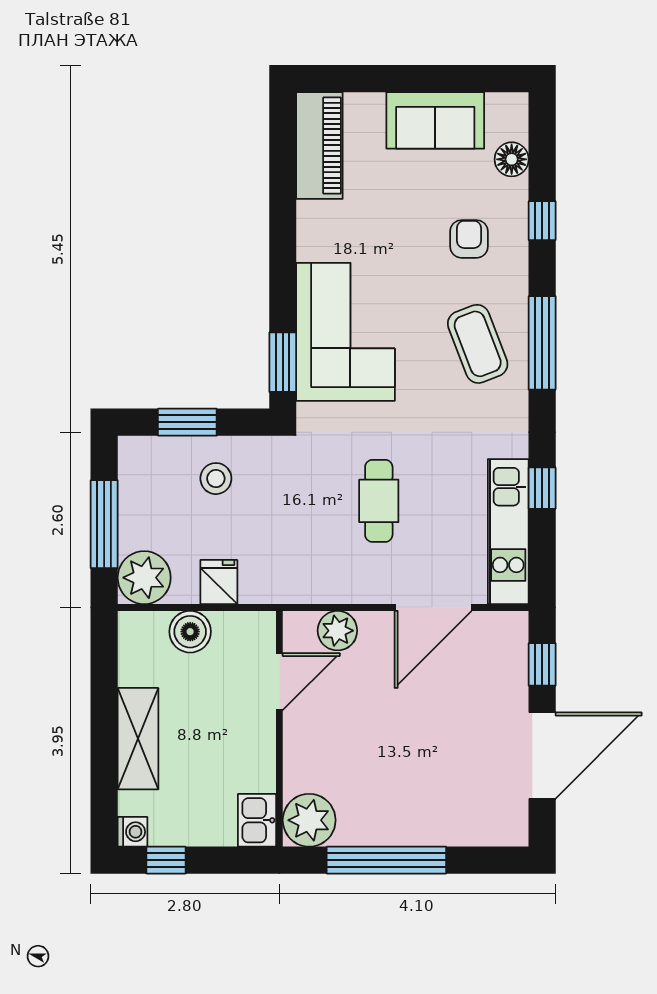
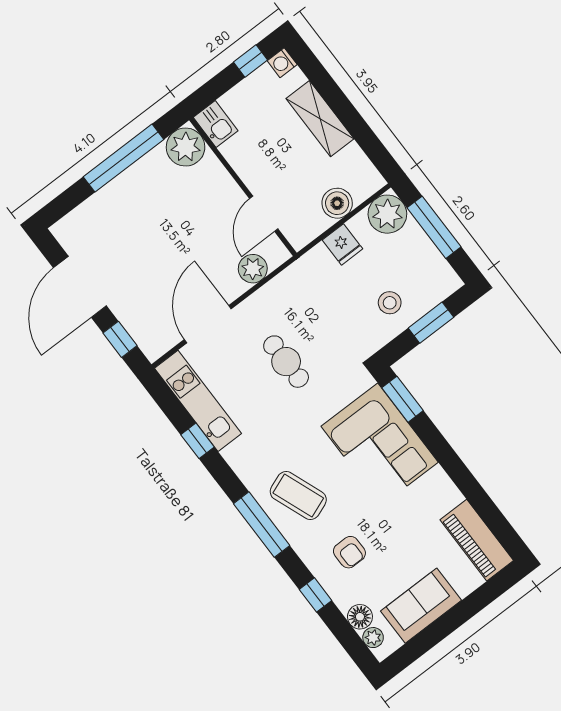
plant: (515, 126) -> (373, 638), added

